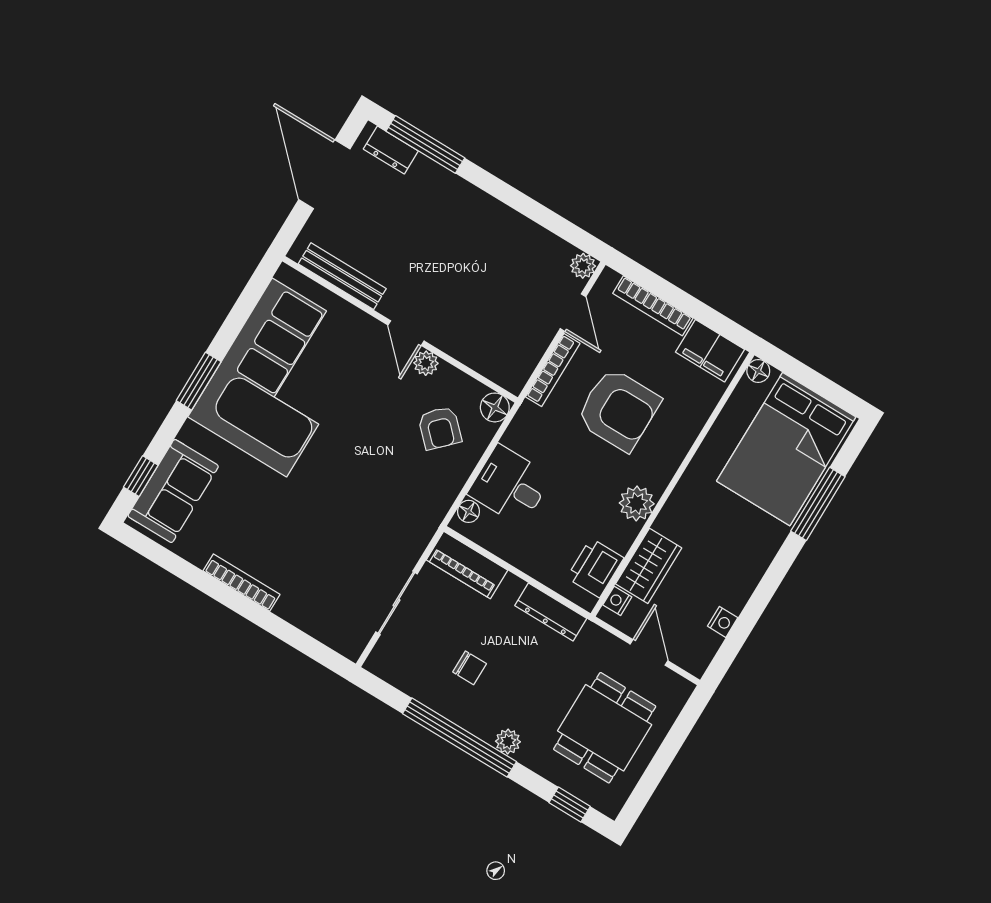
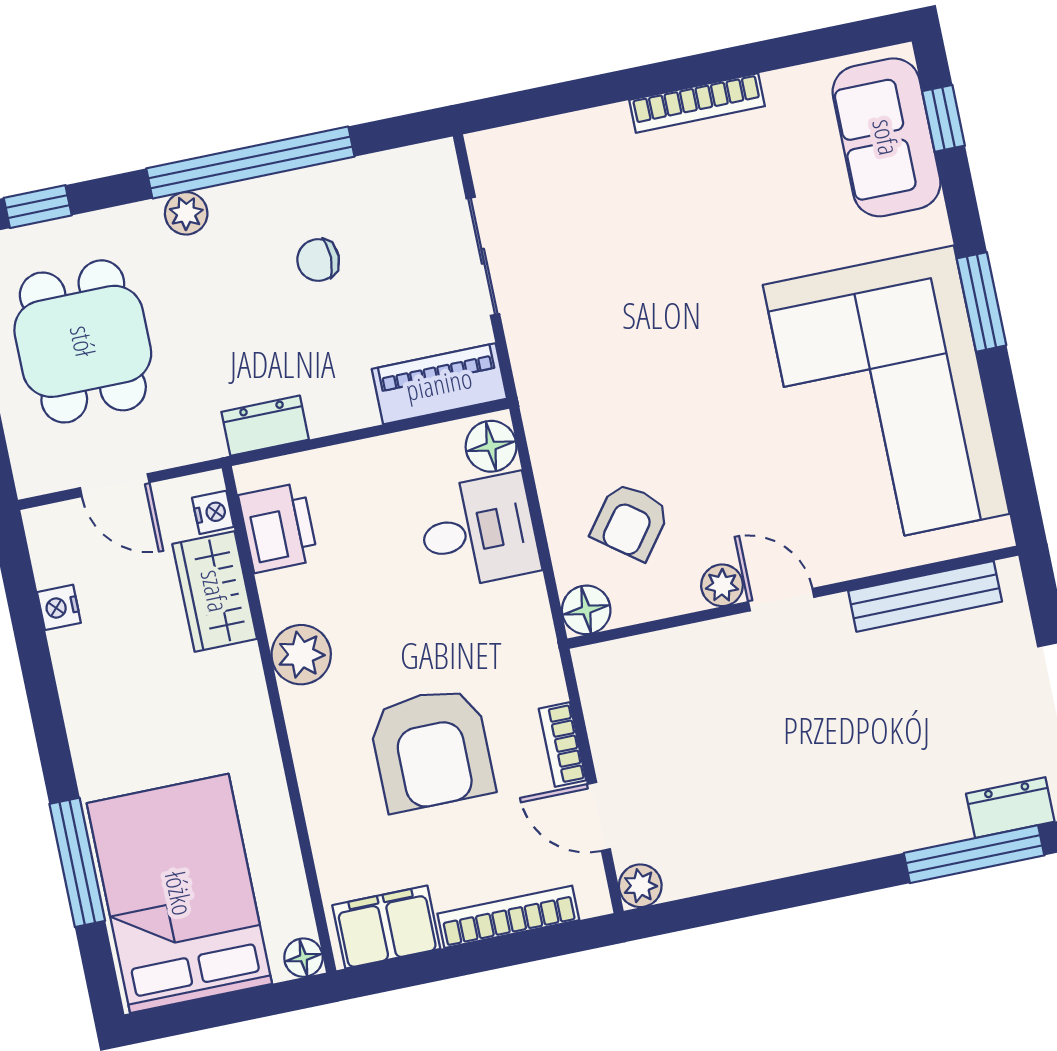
bookcase: (553, 370) -> (562, 744), width x0.64
armchair: (618, 410) -> (432, 749), turned -90
armchair: (440, 428) -> (630, 521), turned -98
floor lamp: (469, 511) -> (491, 446), width x1.37, depth x1.37
dresser: (551, 612) -> (265, 426), width x0.70

